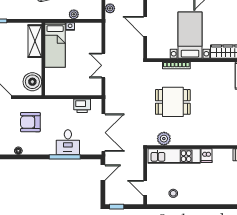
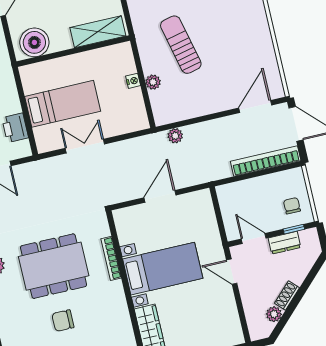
bed: (55, 45) -> (63, 104), moved, turned 180
dining table: (173, 102) -> (54, 266), width x1.38
chair: (208, 104) -> (63, 321), added

